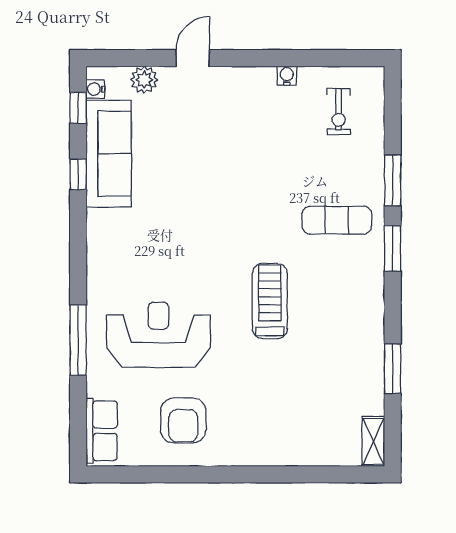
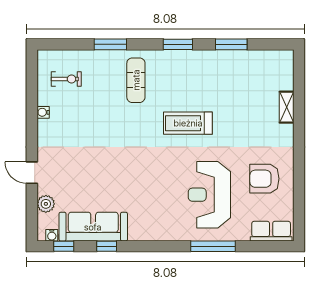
window: (393, 248) -> (178, 44), moved
armchair: (183, 420) -> (264, 179), turned 180
shelving: (373, 441) -> (287, 107), moved, turned 90

